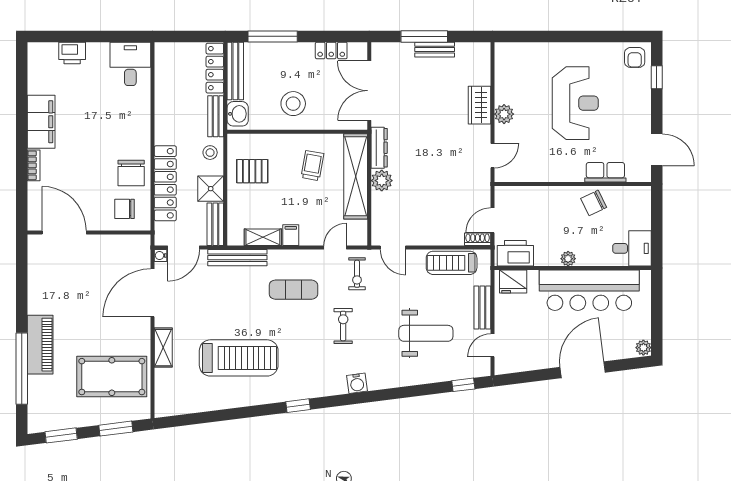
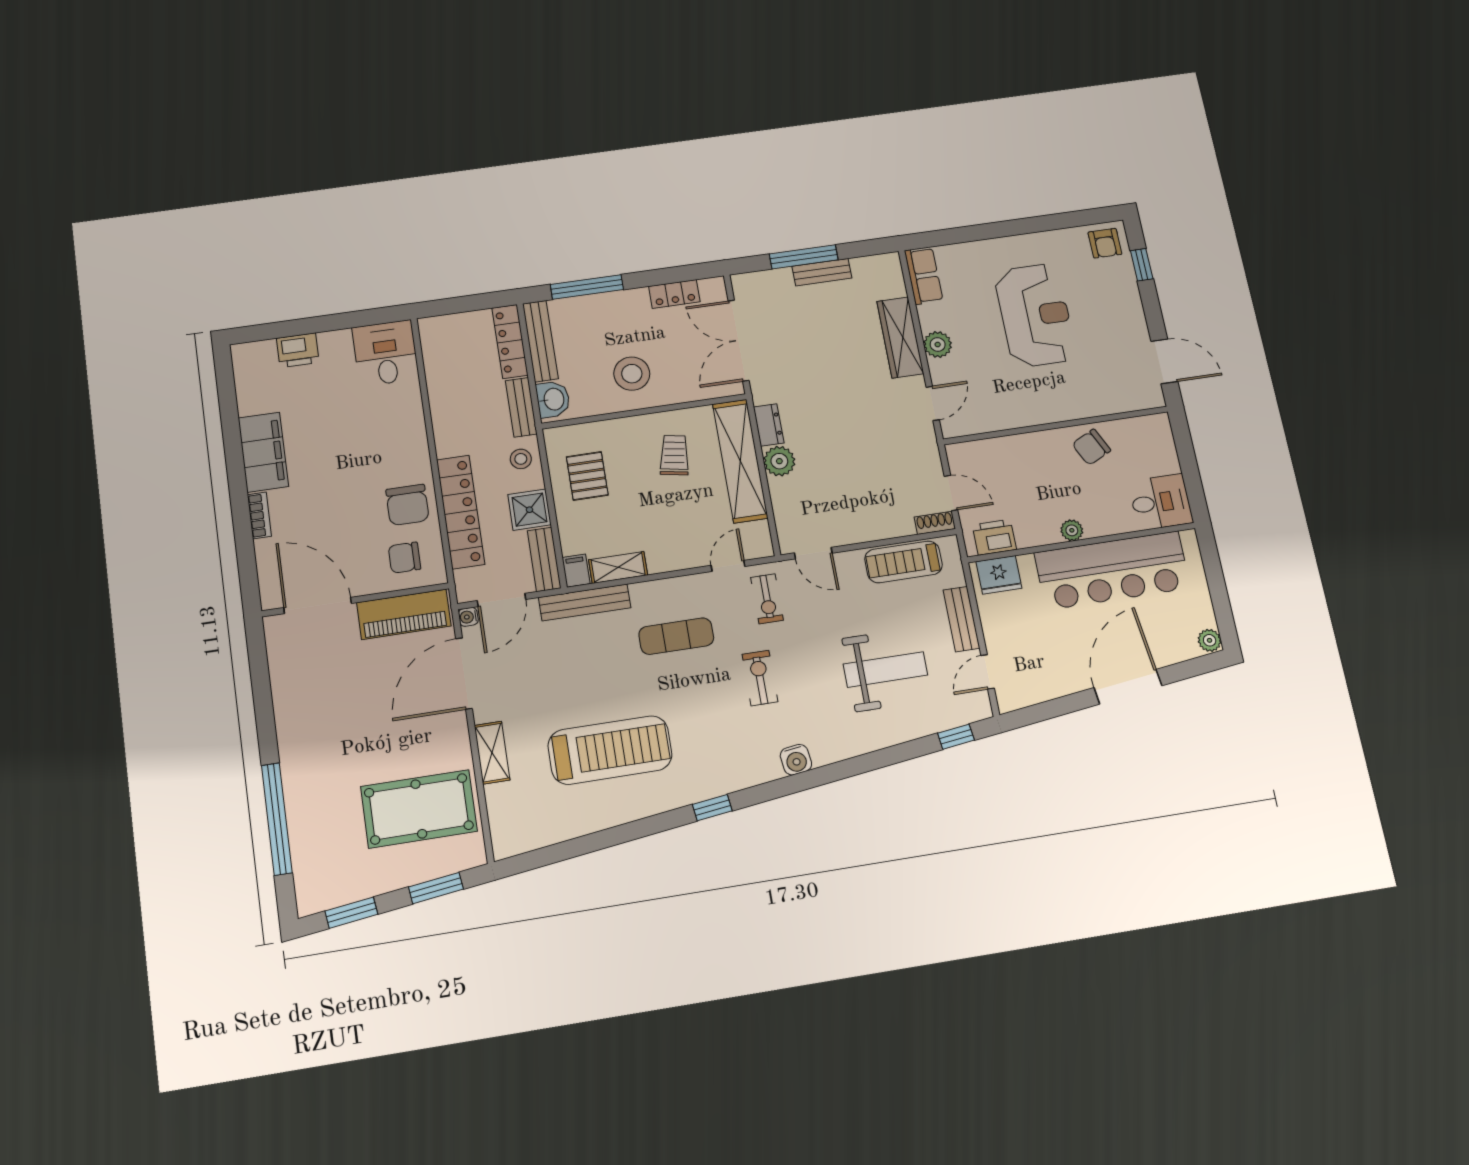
wardrobe: (479, 105) -> (900, 337), width x1.50
dresser: (379, 148) -> (769, 425), width x0.70
pallet: (252, 171) -> (587, 476), turned 90
row of seats: (605, 172) -> (924, 276), moved, turned 90
door: (492, 220) -> (951, 493), swing flipped
filing cabinet: (291, 235) -> (576, 571), moved
printer: (515, 253) -> (994, 537), width x0.73, depth x0.84
piano: (40, 345) -> (404, 614), moved, turned 90

